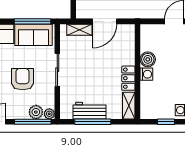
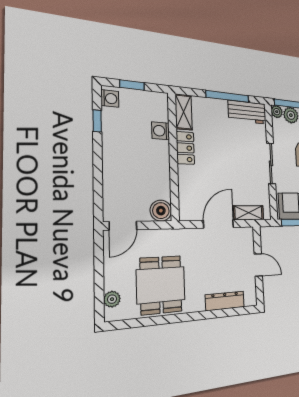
boiler: (148, 59) -> (161, 211), moved
washing machine: (146, 74) -> (161, 131), moved
workbench: (90, 111) -> (247, 112), moved

